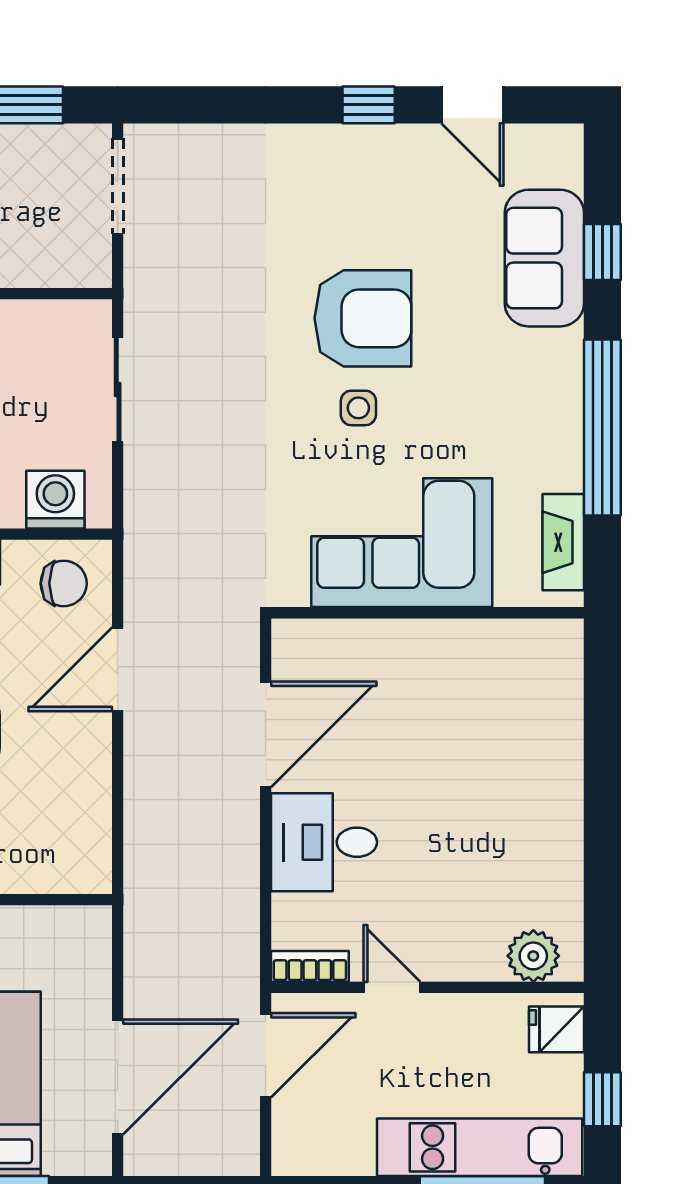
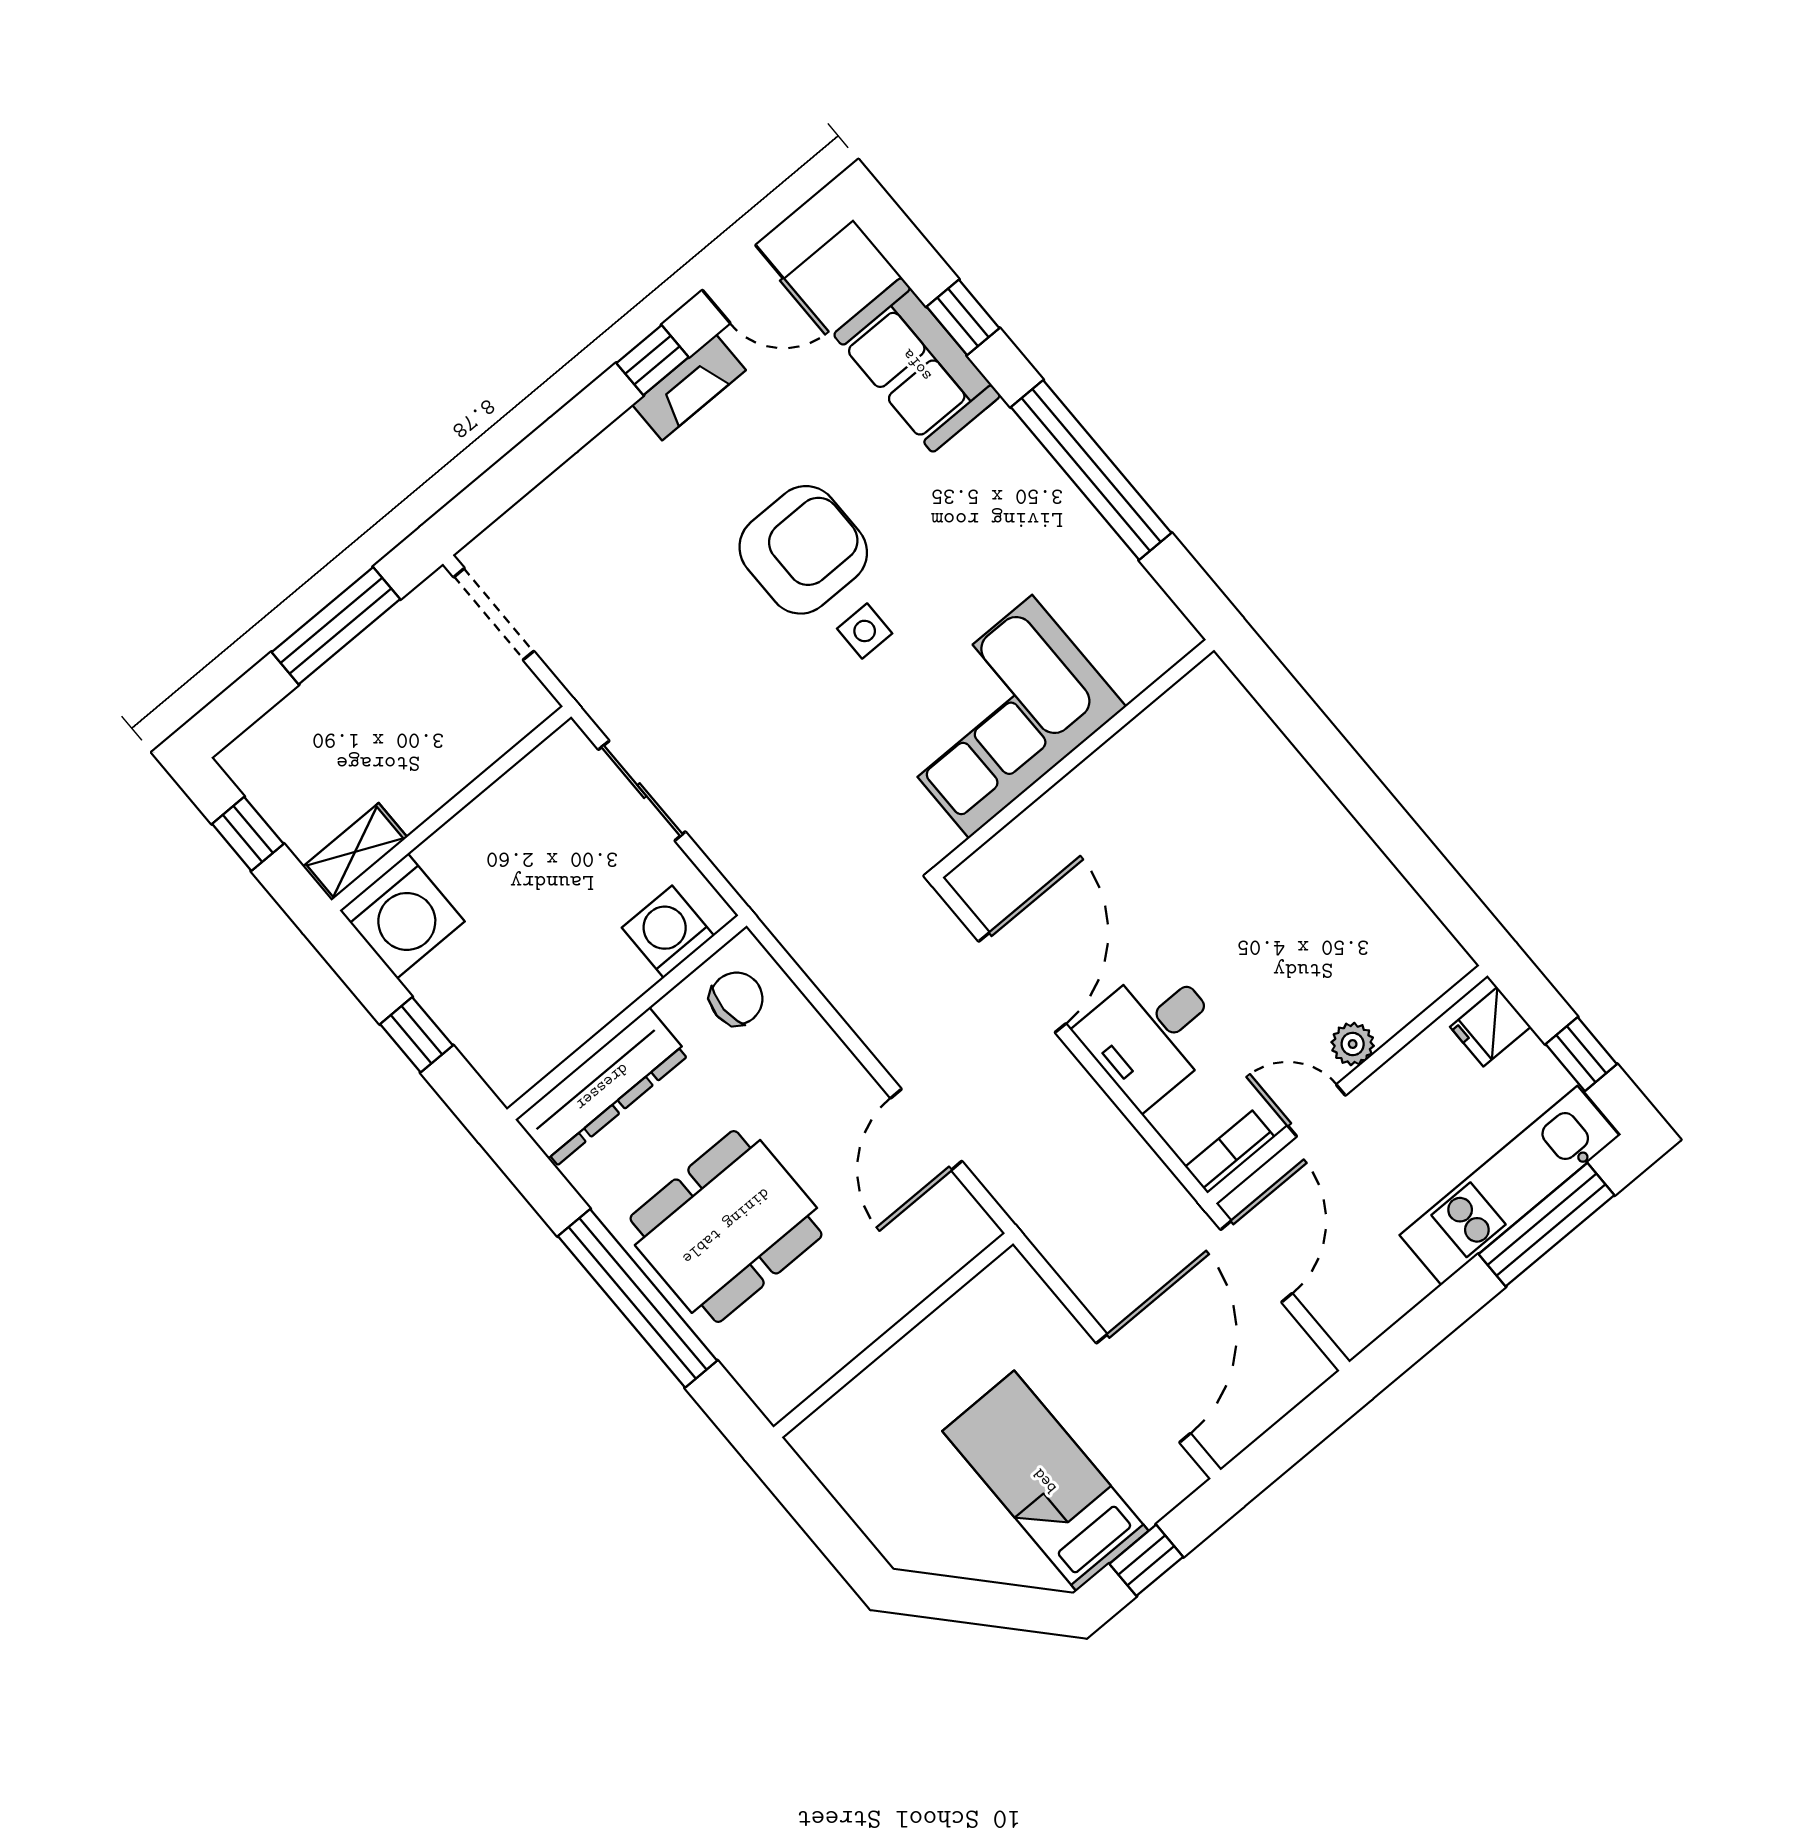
fireplace: (563, 542) -> (689, 387), moved, turned -90
door: (118, 669) -> (926, 1130), moved
plant: (533, 956) -> (1353, 1044), moved, width x0.73, depth x0.73

